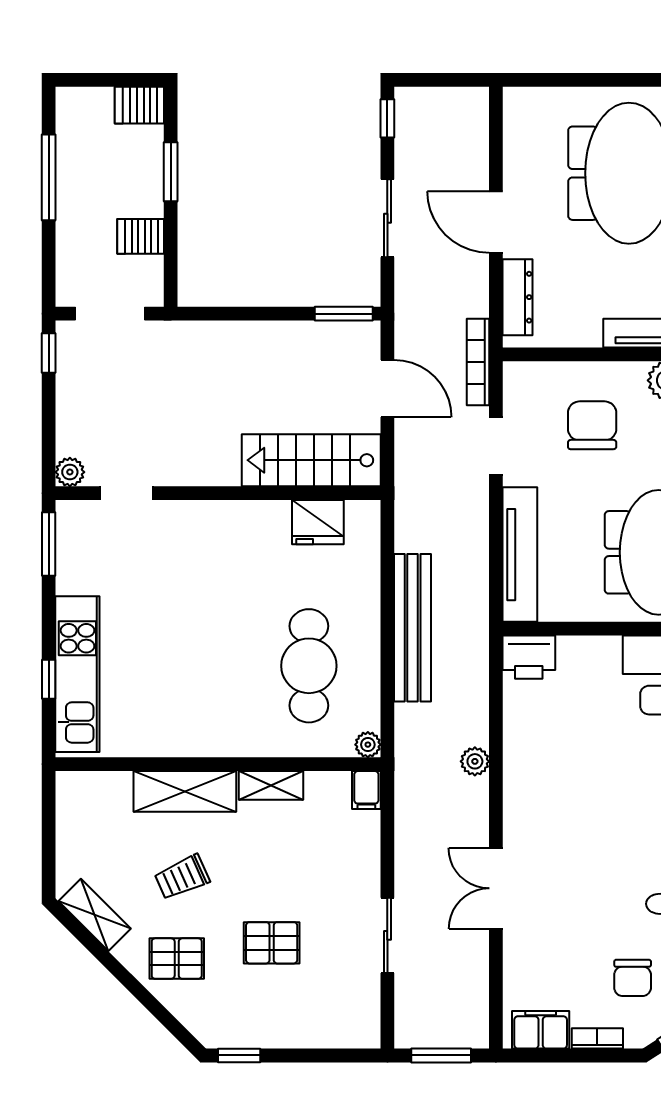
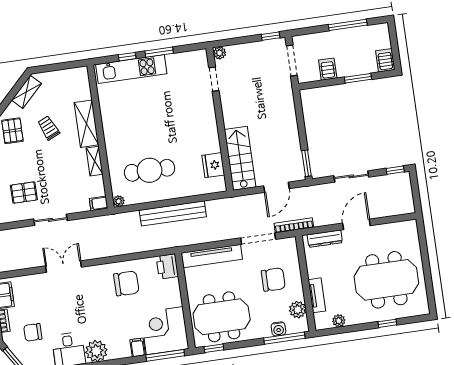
doorway: (496, 446) -> (258, 239), width x1.38
window: (49, 544) -> (159, 52), moved
chair: (553, 754) -> (126, 283), added
plant: (475, 761) -> (118, 249), removed
sliding door: (387, 935) -> (50, 220), moved
pallet: (272, 943) -> (24, 193), moved, turned 90

